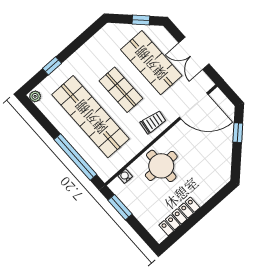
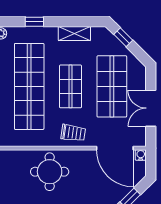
window: (141, 20) -> (123, 37), moved
shelving: (89, 48) -> (74, 34), added
water cooler: (125, 176) -> (141, 155), moved

